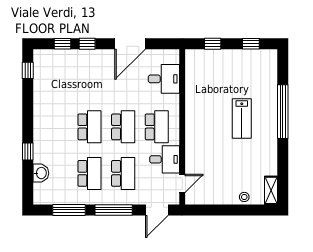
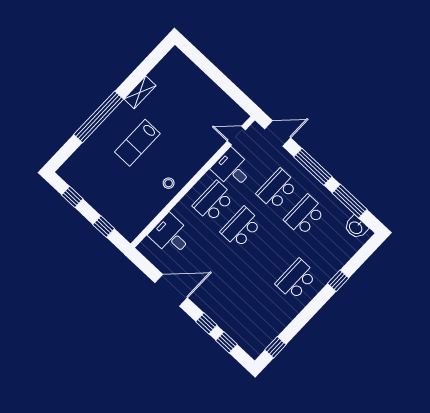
lab bench: (242, 118) -> (137, 143), turned 180
school desk: (89, 127) -> (296, 279), moved
washbasin: (41, 173) -> (356, 227), moved, turned -90
shelving: (271, 190) -> (140, 92), moved
stool: (244, 197) -> (169, 183), moved

